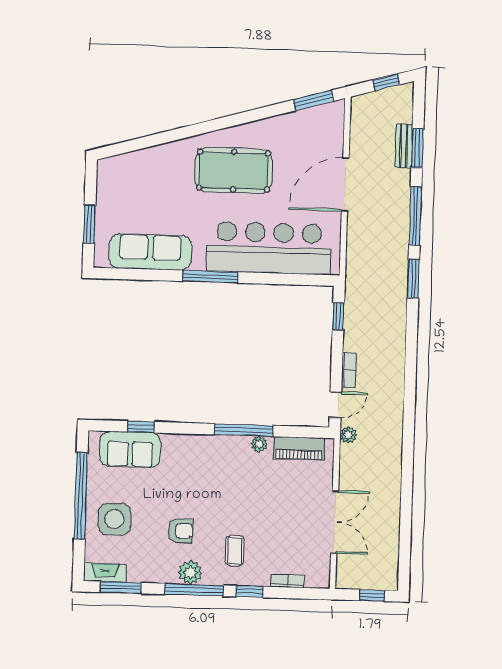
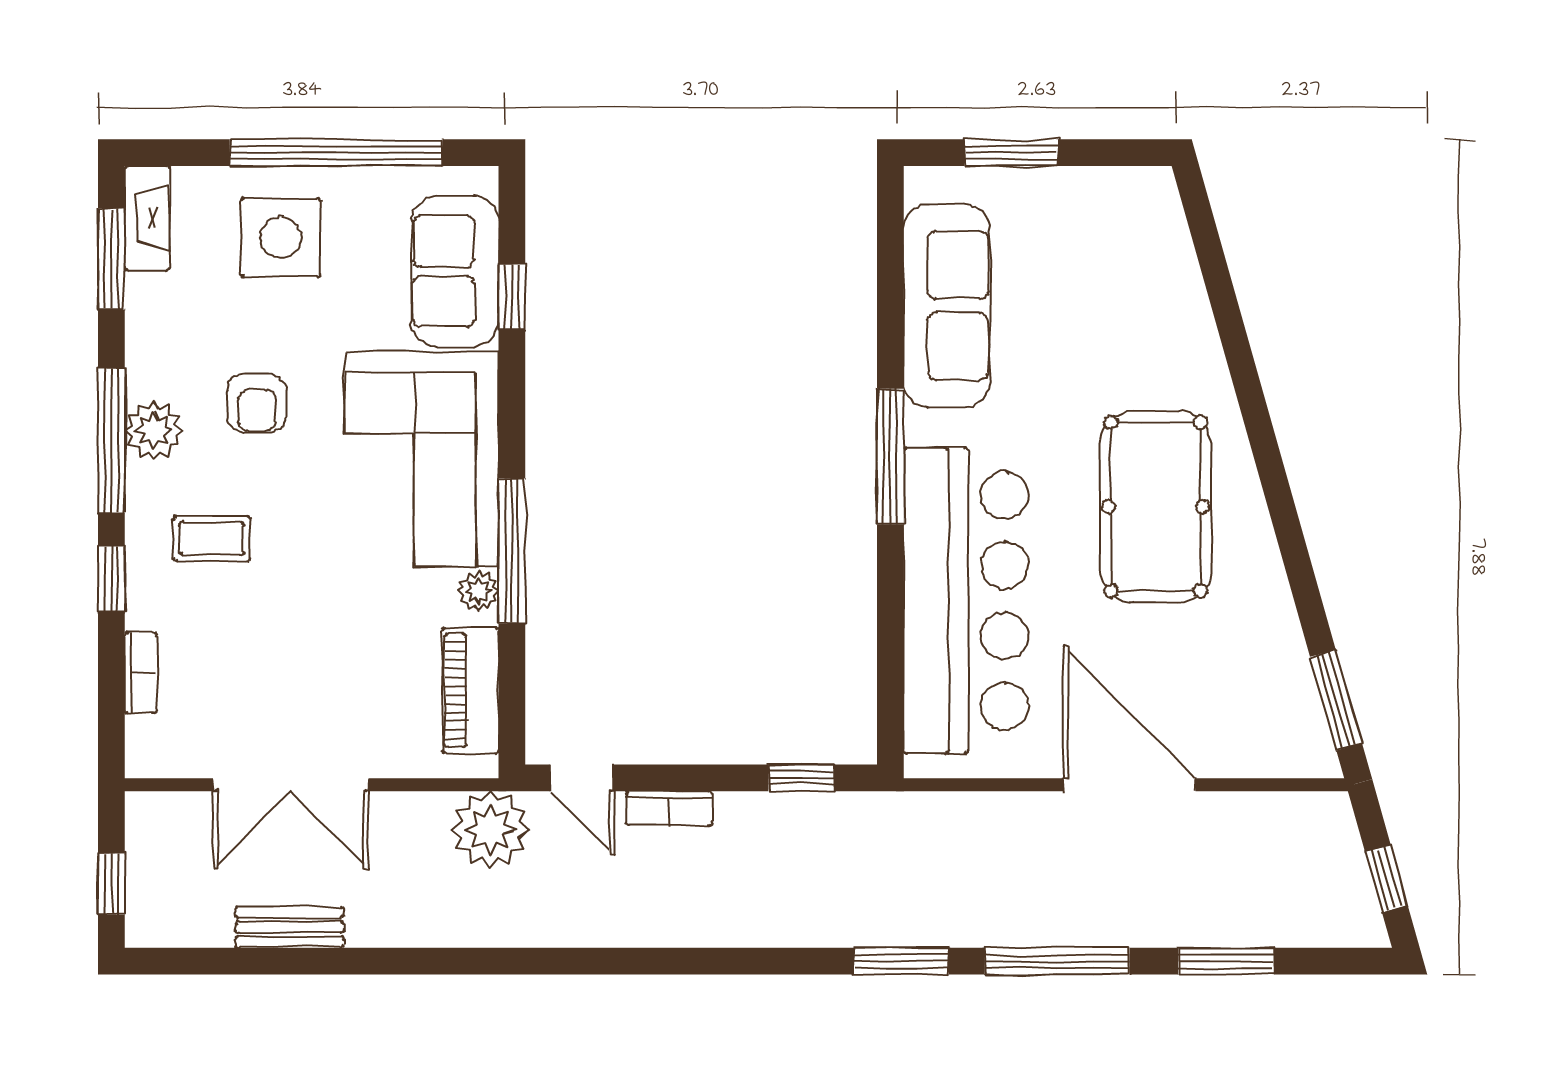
bench: (404, 146) -> (290, 927), moved
plant: (348, 435) -> (490, 830), width x1.88, depth x1.88
corner sofa: (205, 465) -> (422, 459), added

